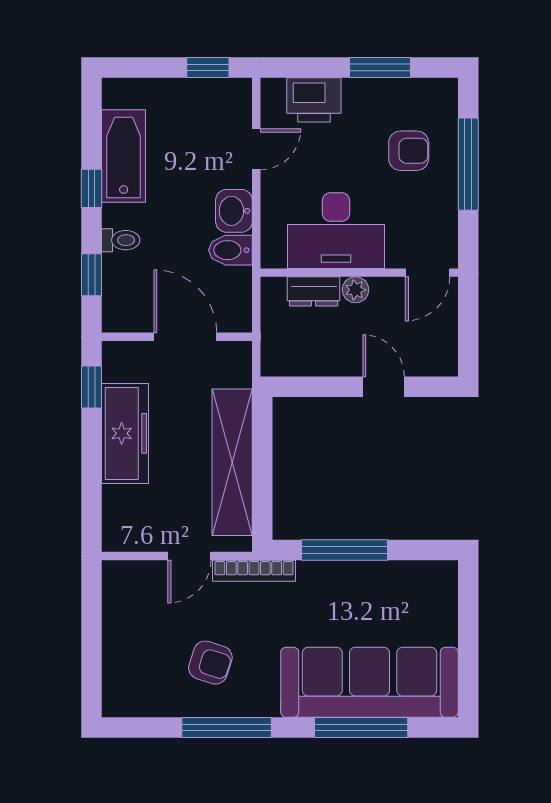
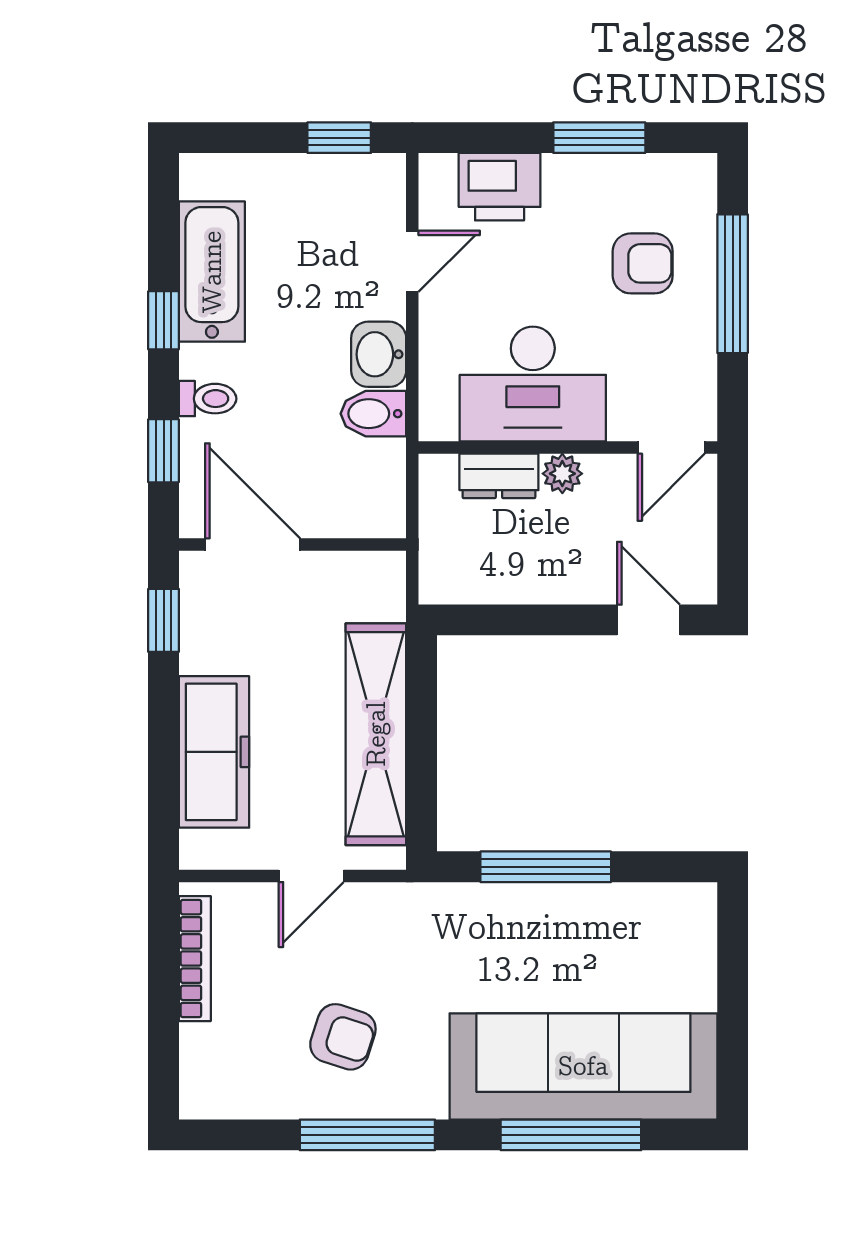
door: (185, 337) -> (253, 544), moved
door: (384, 387) -> (649, 620), moved
freezer: (125, 433) -> (214, 752), moved
bookcase: (254, 571) -> (195, 959), moved, turned -90

